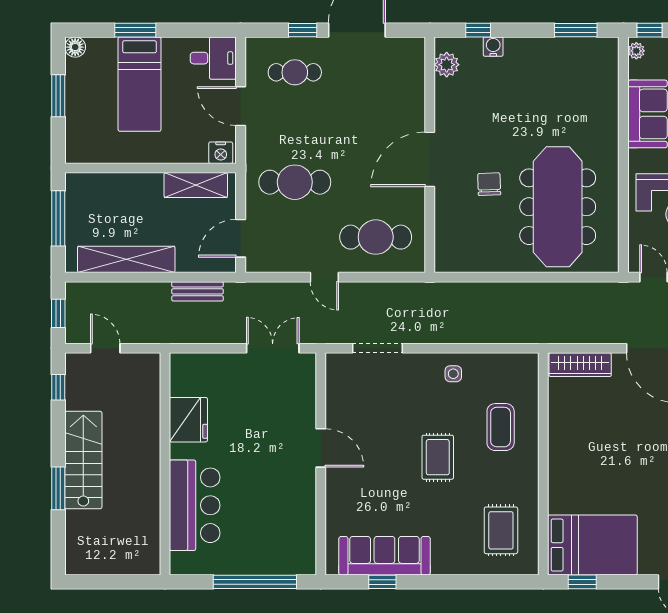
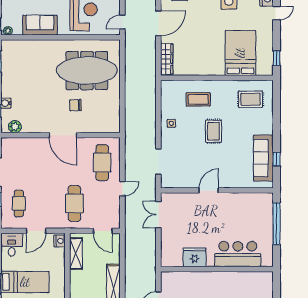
bench: (197, 291) -> (130, 253), removed
rug: (438, 457) -> (213, 131), turned 90
bed: (592, 545) -> (240, 53), moved

